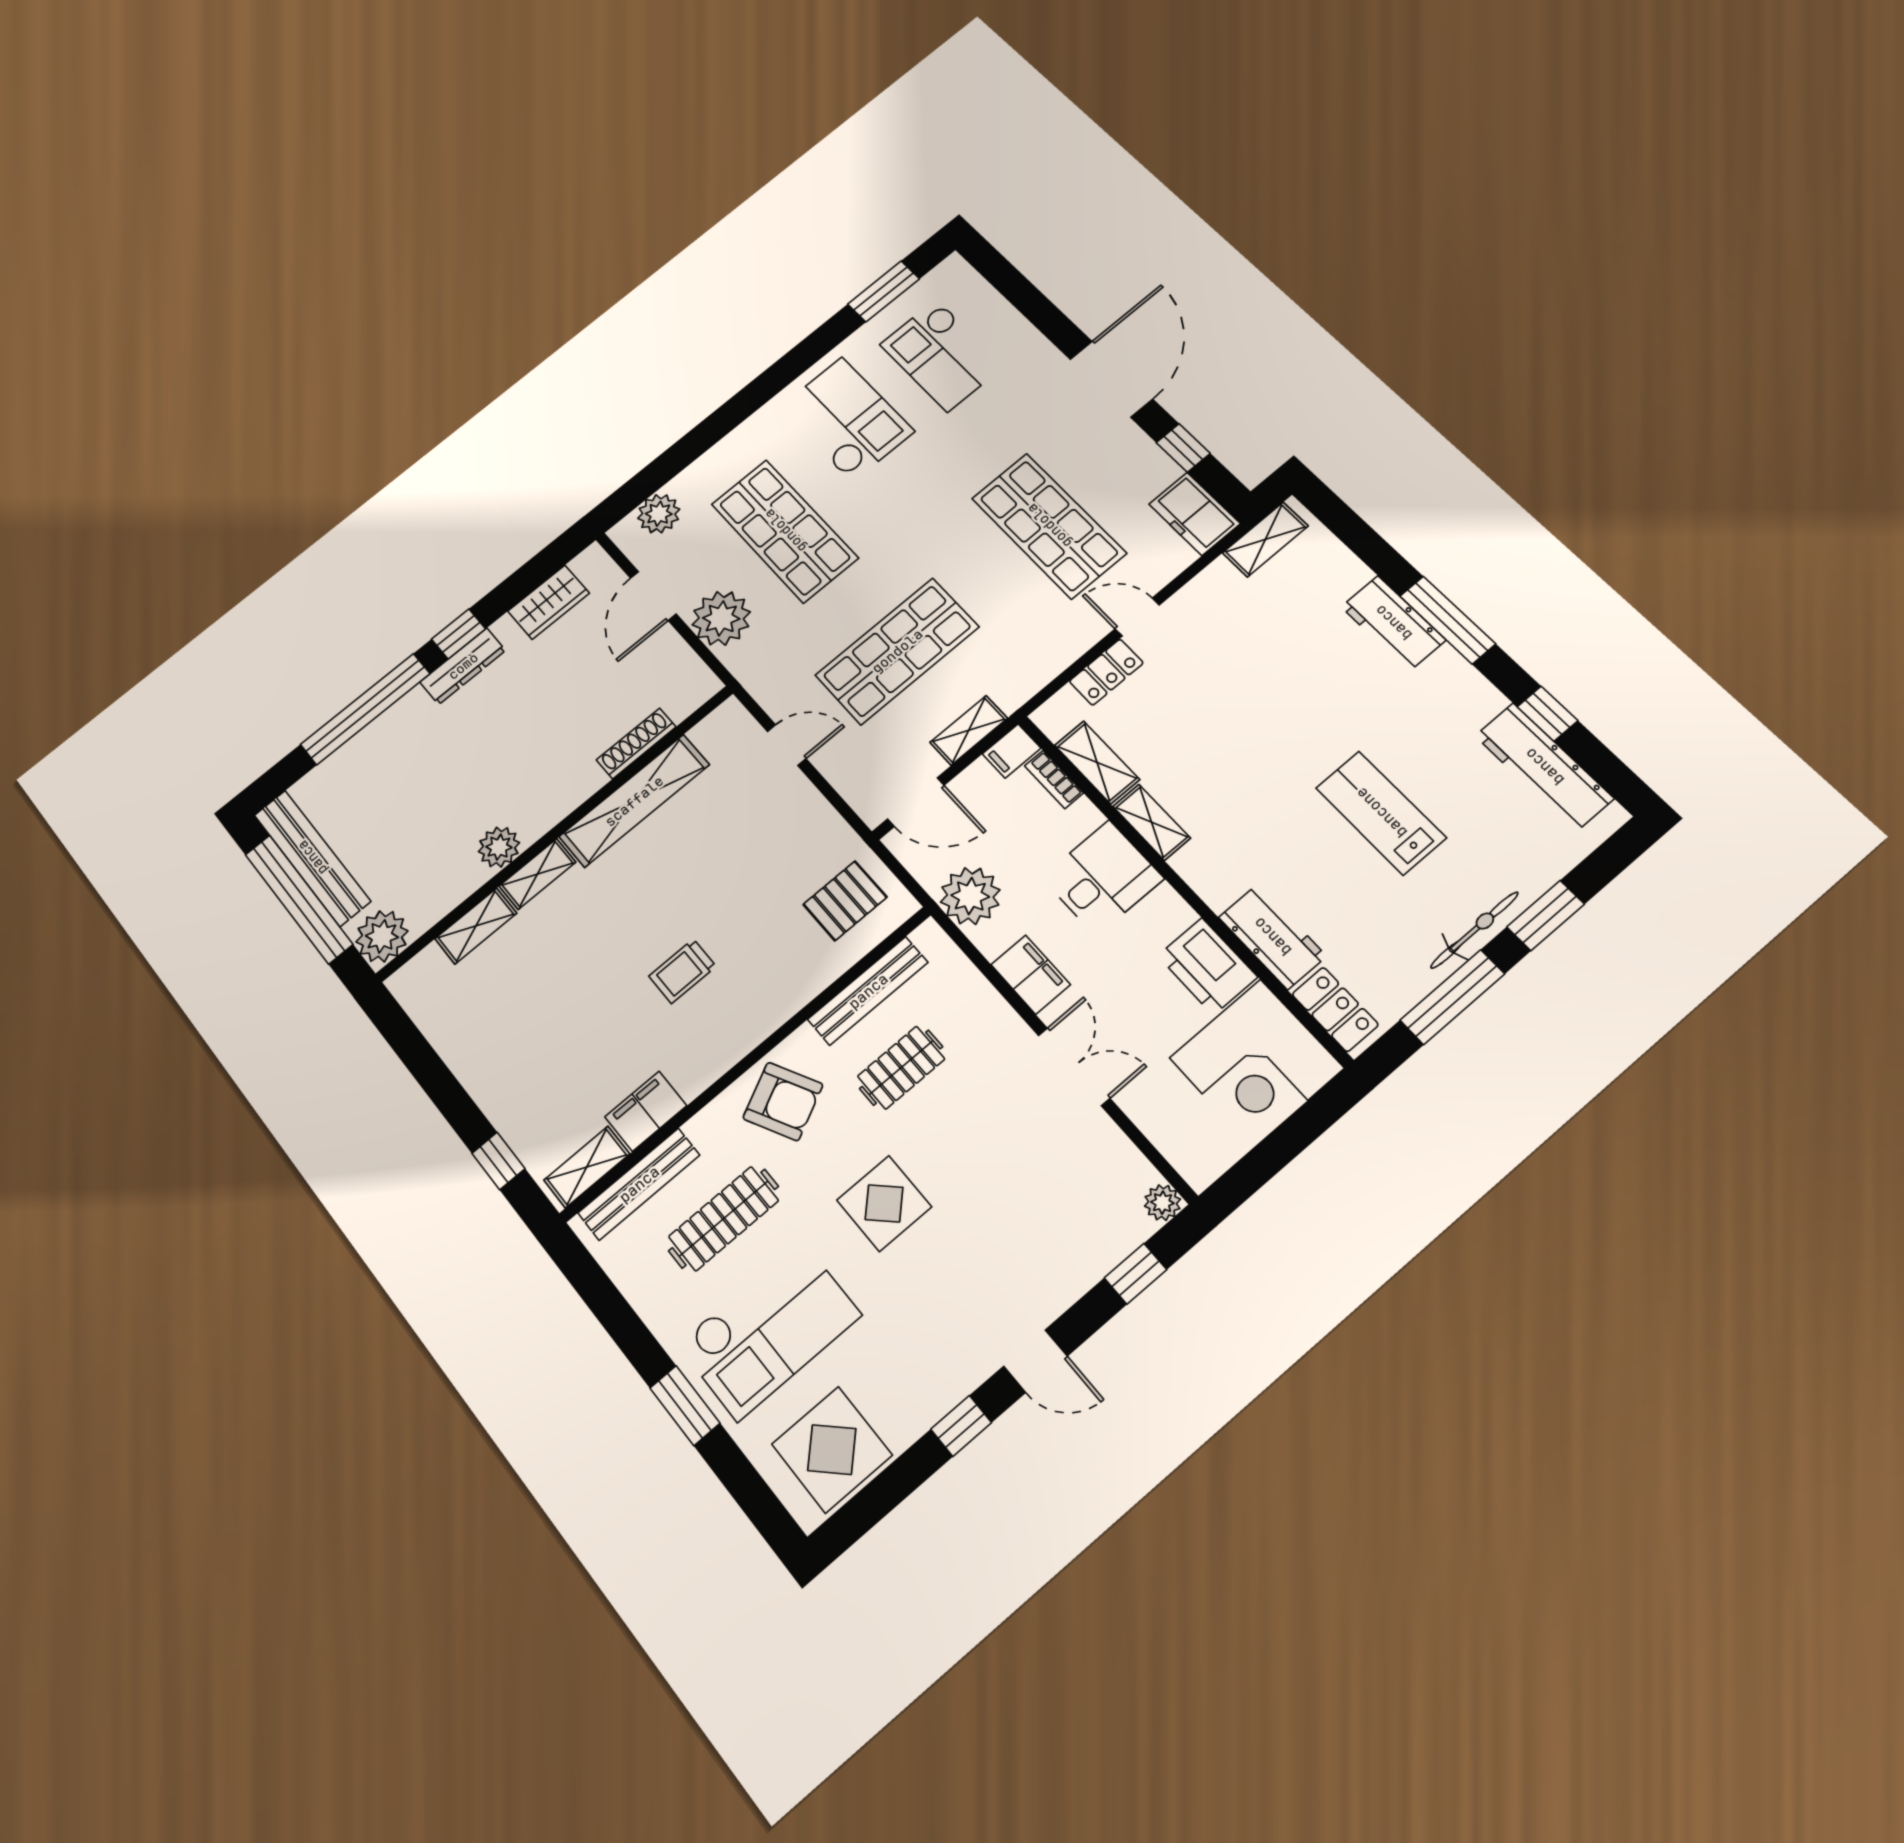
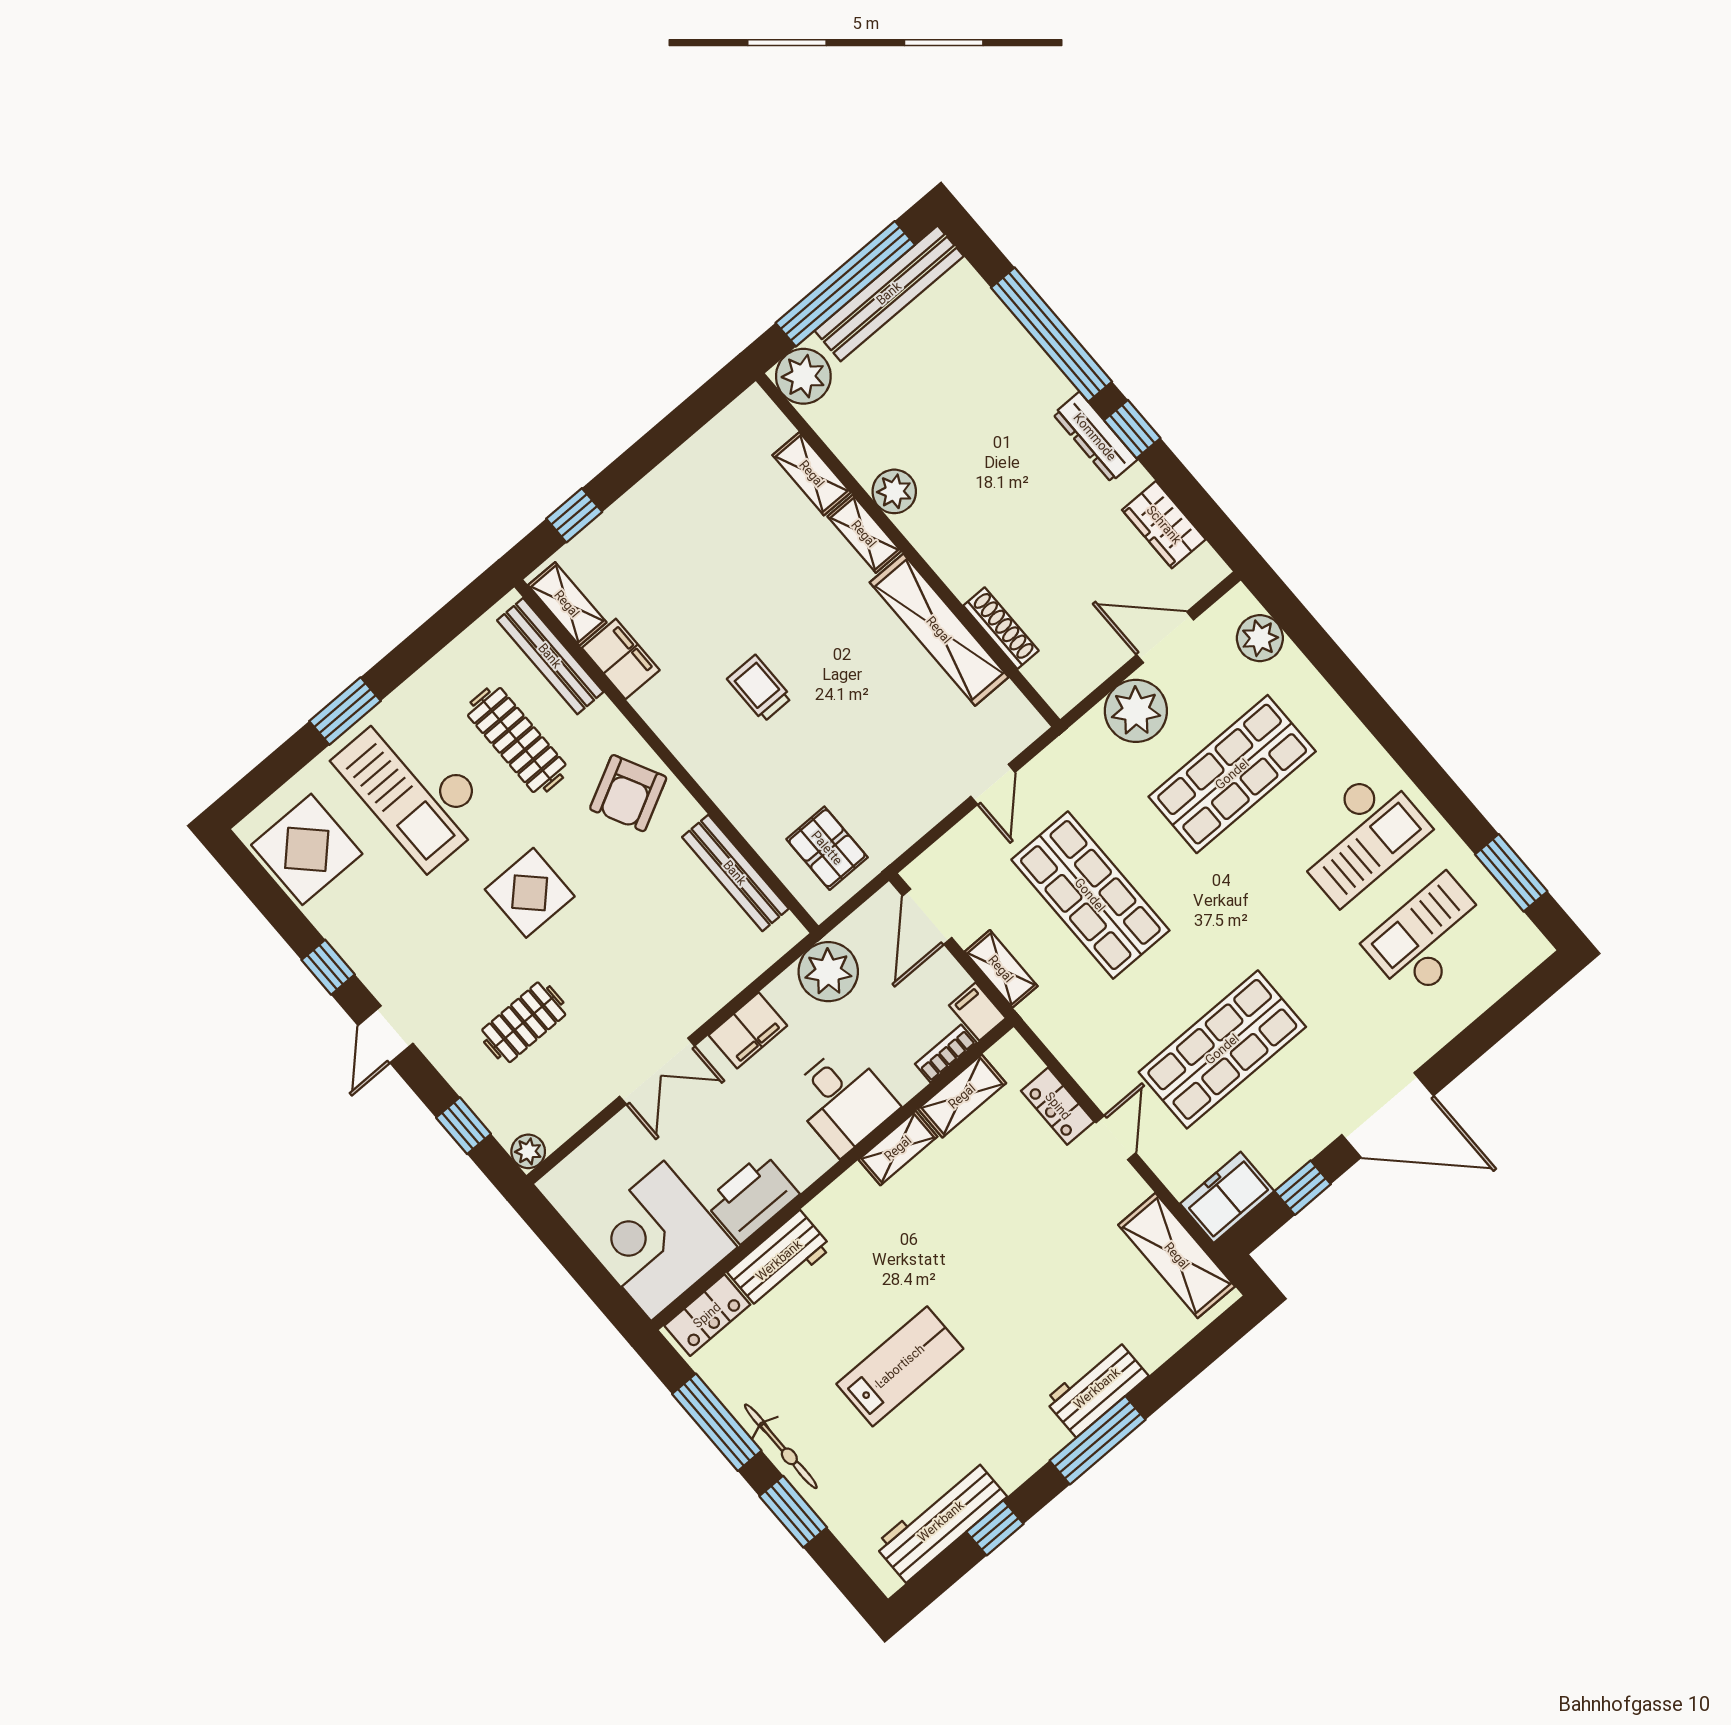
shelving: (1265, 539) -> (1177, 1256), width x1.50, depth x1.33
clothes rail: (901, 1068) -> (524, 1022), moved, turned 90

